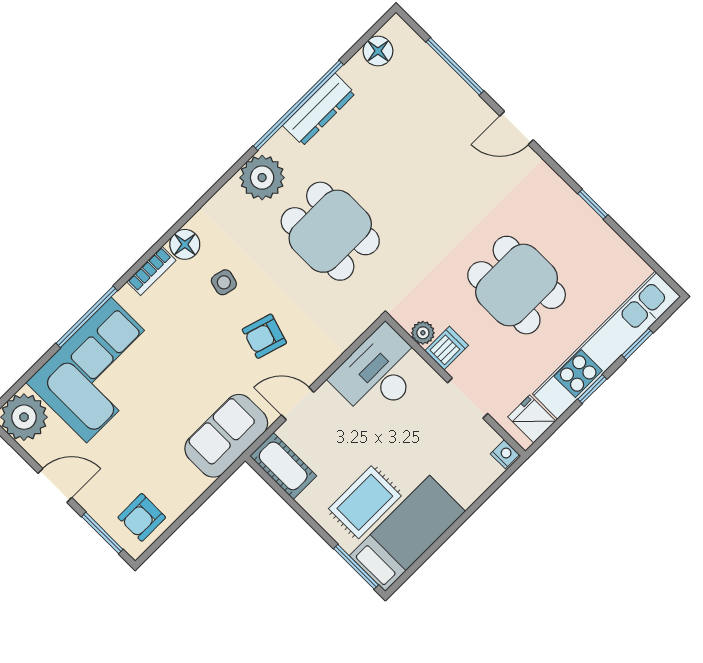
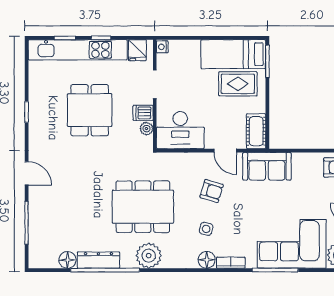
floor lamp: (378, 51) -> (68, 260), moved
dining table: (330, 231) -> (143, 207), width x1.37

